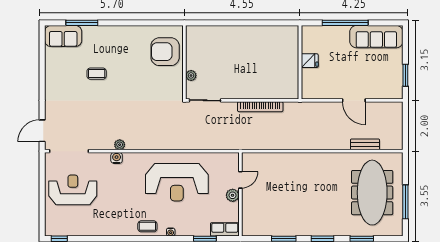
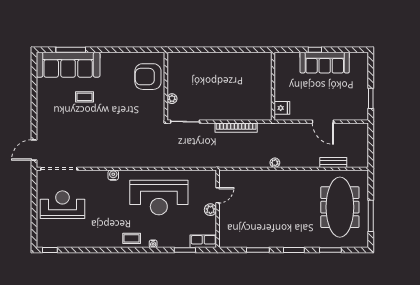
window: (345, 23) -> (315, 50), width x0.32
sofa: (63, 36) -> (68, 65), width x1.85, depth x1.27
sofa: (376, 37) -> (325, 63), moved
fridge: (310, 61) -> (282, 108), moved
plant: (120, 145) -> (275, 163), moved
water cooler: (117, 158) -> (113, 175), moved

